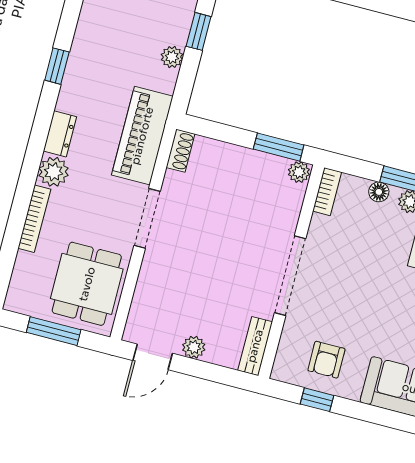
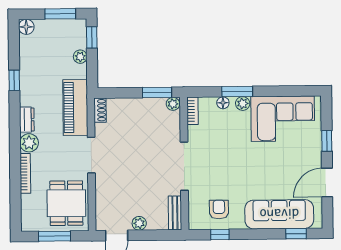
armchair: (326, 360) -> (219, 209), turned 180

